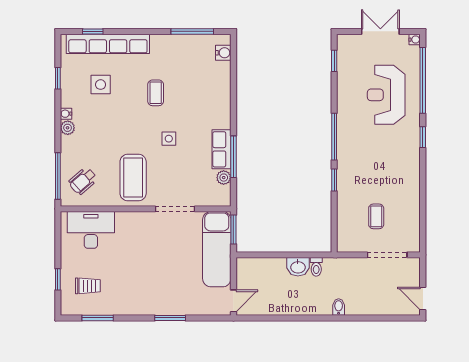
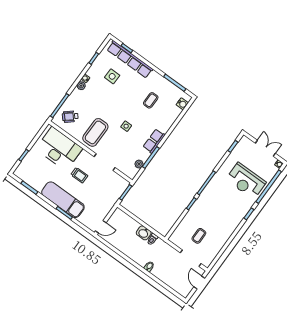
coffee table: (156, 93) -> (151, 100), moved
reception desk: (386, 95) -> (246, 181), turned -90
row of seats: (221, 149) -> (154, 141), moved
desk: (91, 230) -> (59, 149), width x1.36, depth x1.30
exam couch: (217, 249) -> (63, 200), moved, turned 90
trolley: (88, 286) -> (79, 175), moved
door: (423, 299) -> (199, 282), moved

